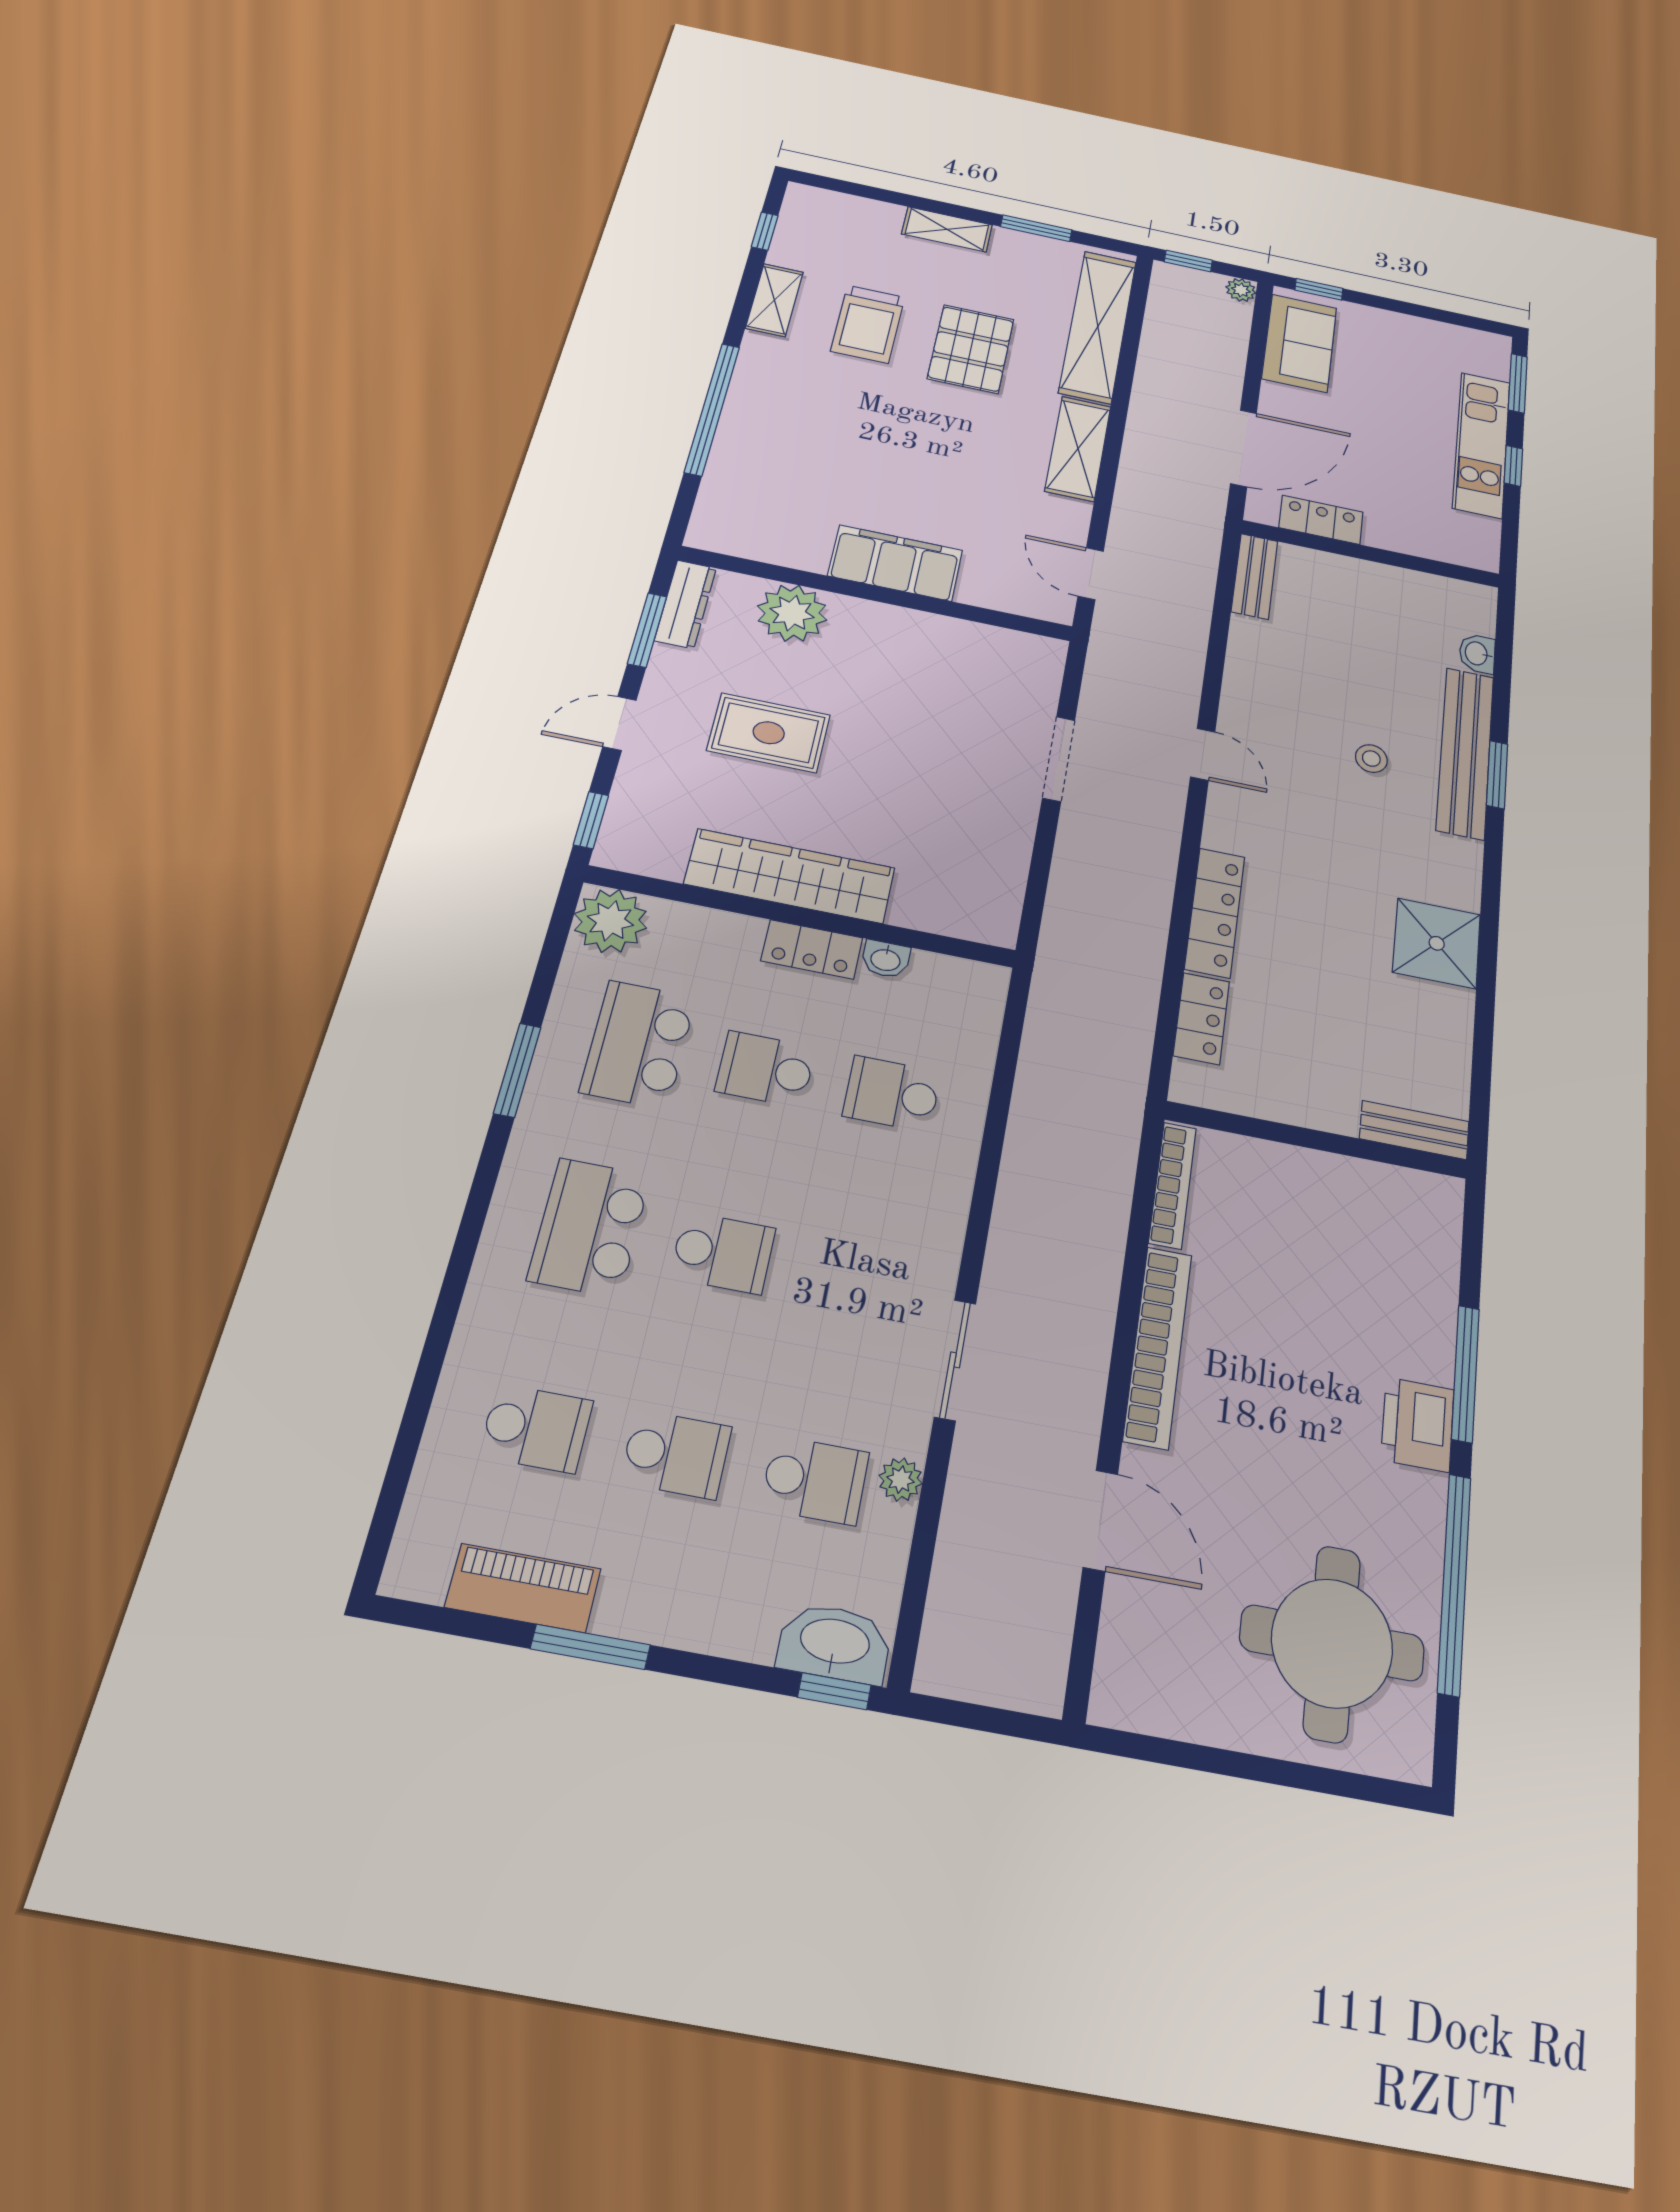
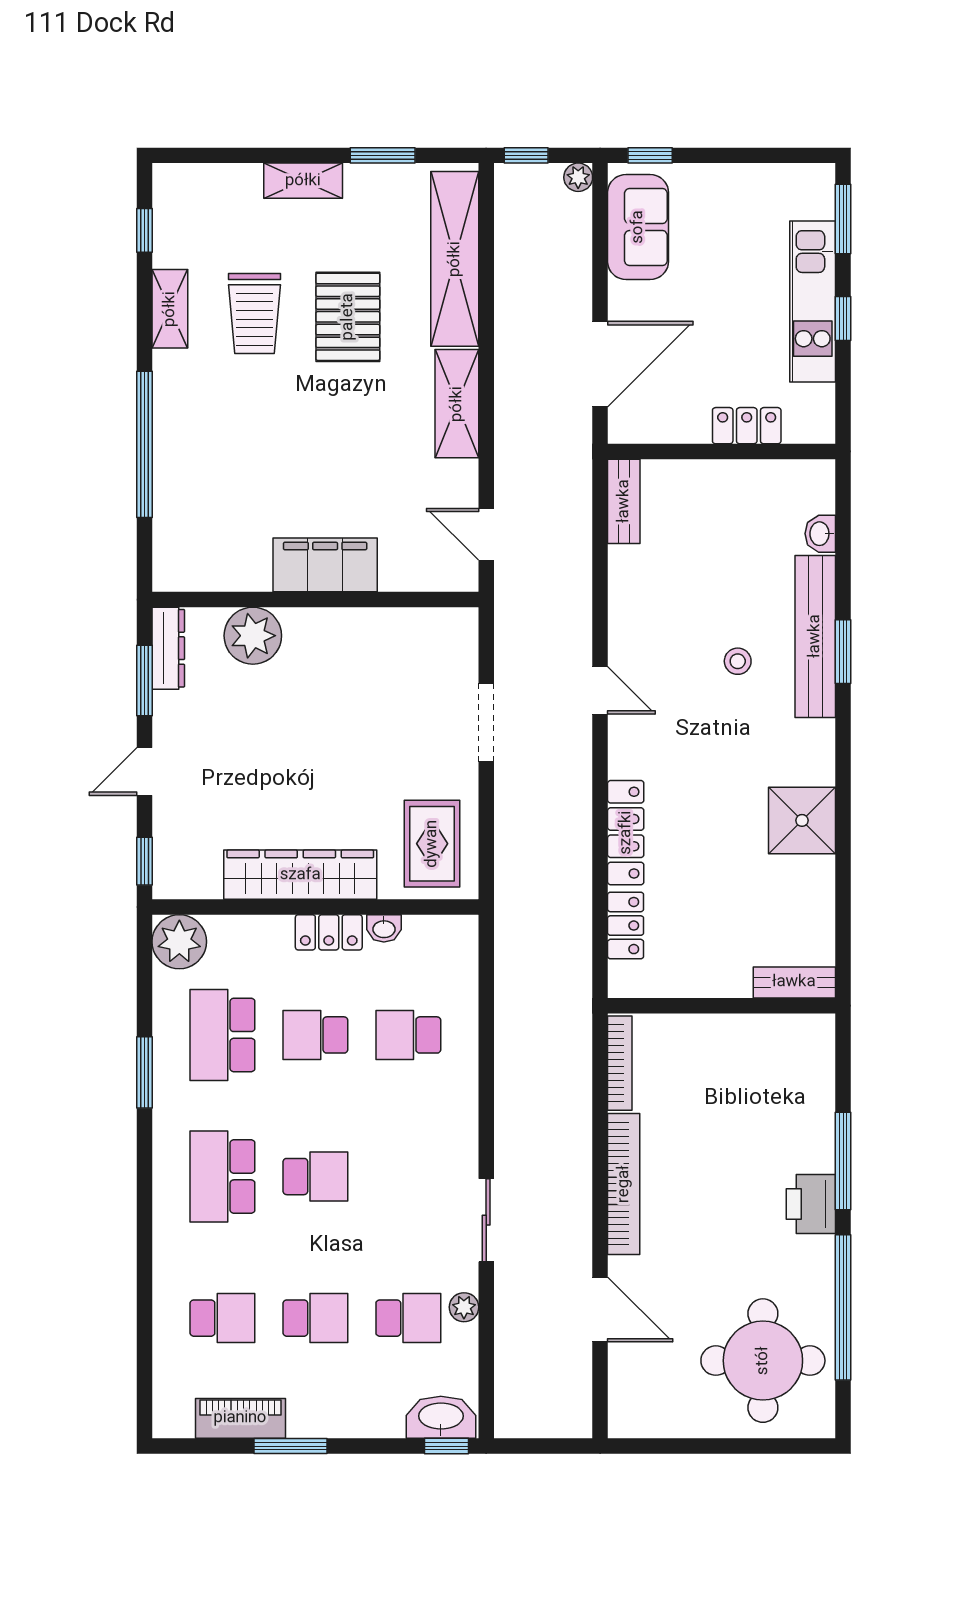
locker: (1321, 520) -> (747, 426), moved
rug: (769, 733) -> (432, 844), moved, turned 90

